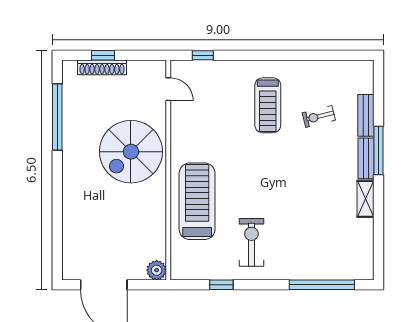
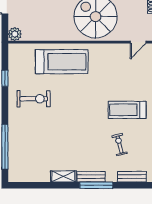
bench: (366, 115) -> (132, 177), moved

